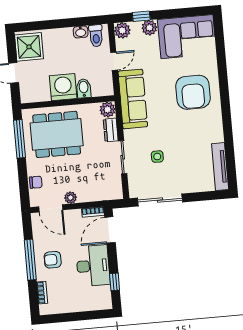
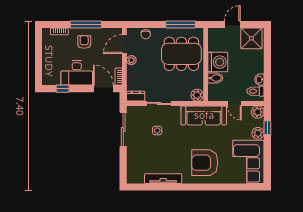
dresser: (111, 130) -> (136, 96), moved
dining table: (57, 134) -> (181, 54), turned 90
tv unit: (220, 167) -> (163, 179), moved

